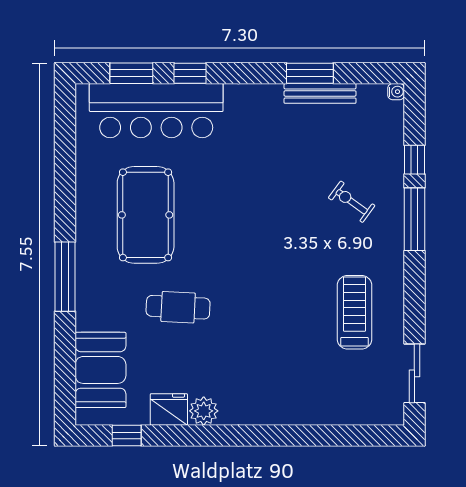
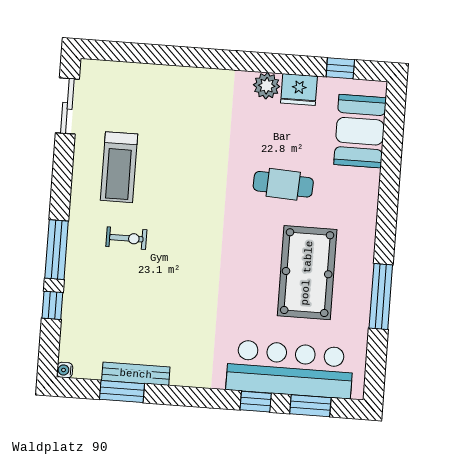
window: (310, 73) -> (122, 392), moved
exercise bike: (352, 202) -> (126, 238), moved, turned -36
window: (65, 277) -> (381, 297), moved

